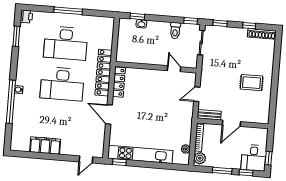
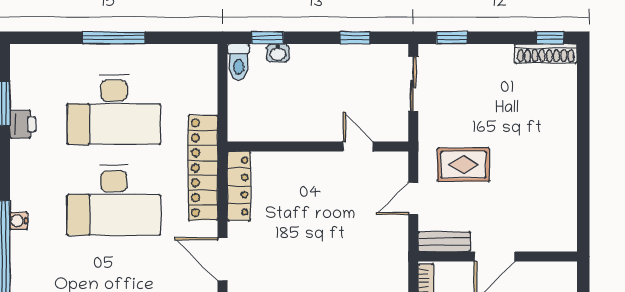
printer: (26, 16) -> (23, 124), moved
window: (191, 21) -> (355, 38), moved
window: (249, 26) -> (550, 38), moved
toilet: (175, 31) -> (238, 62), moved
rug: (251, 83) -> (463, 165), moved

